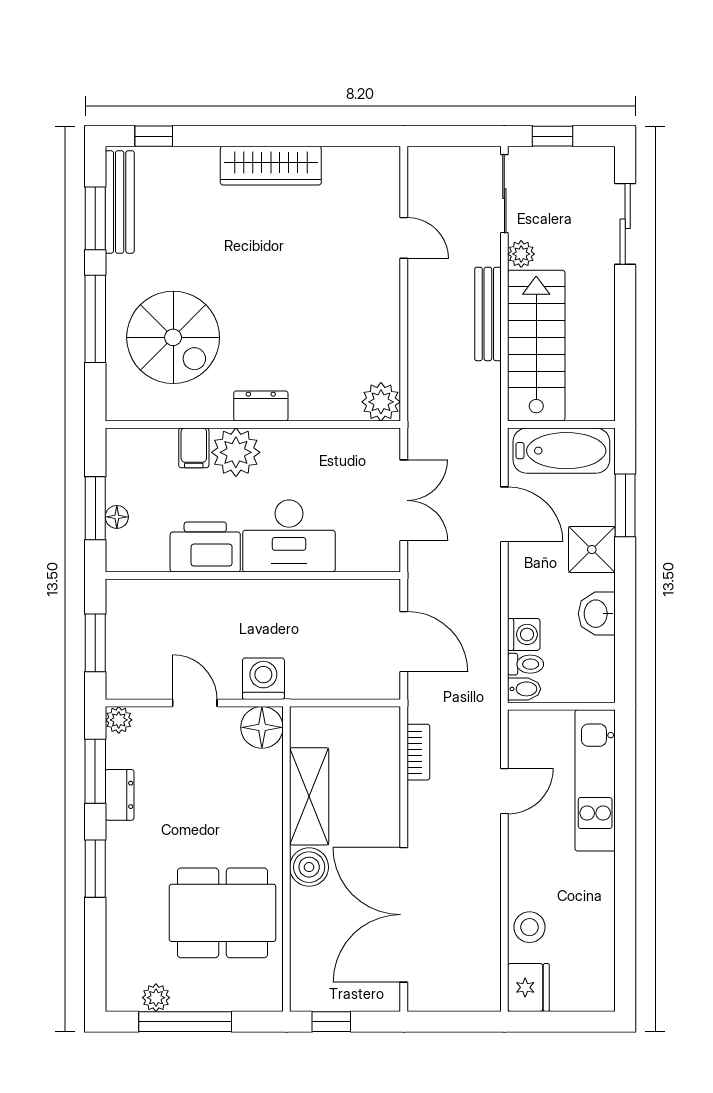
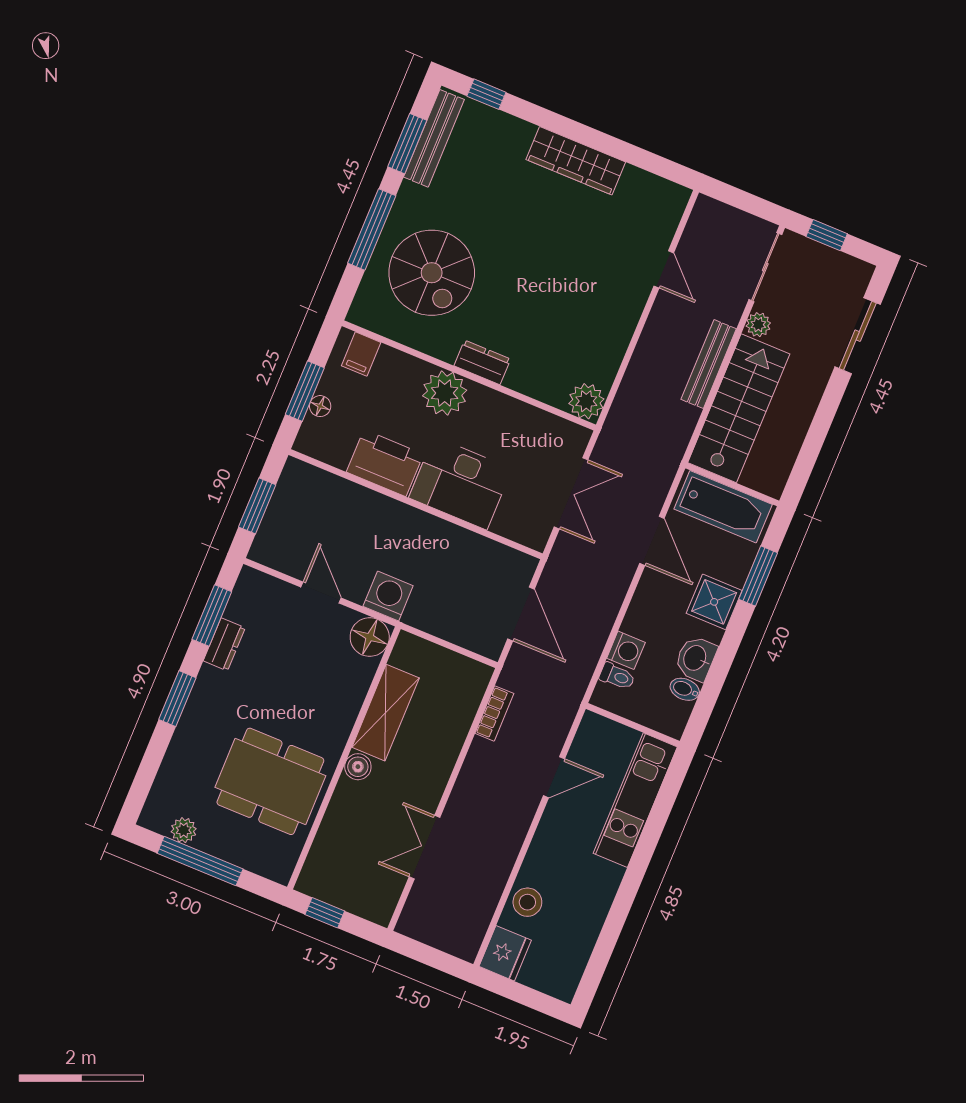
filing cabinet: (194, 448) -> (361, 354), moved
bidet: (524, 689) -> (685, 689), moved, turned 180
plant: (119, 720) -> (250, 580), removed
boiler: (309, 867) -> (358, 767), width x0.73, depth x0.73
double door: (404, 915) -> (424, 847), width x0.54

